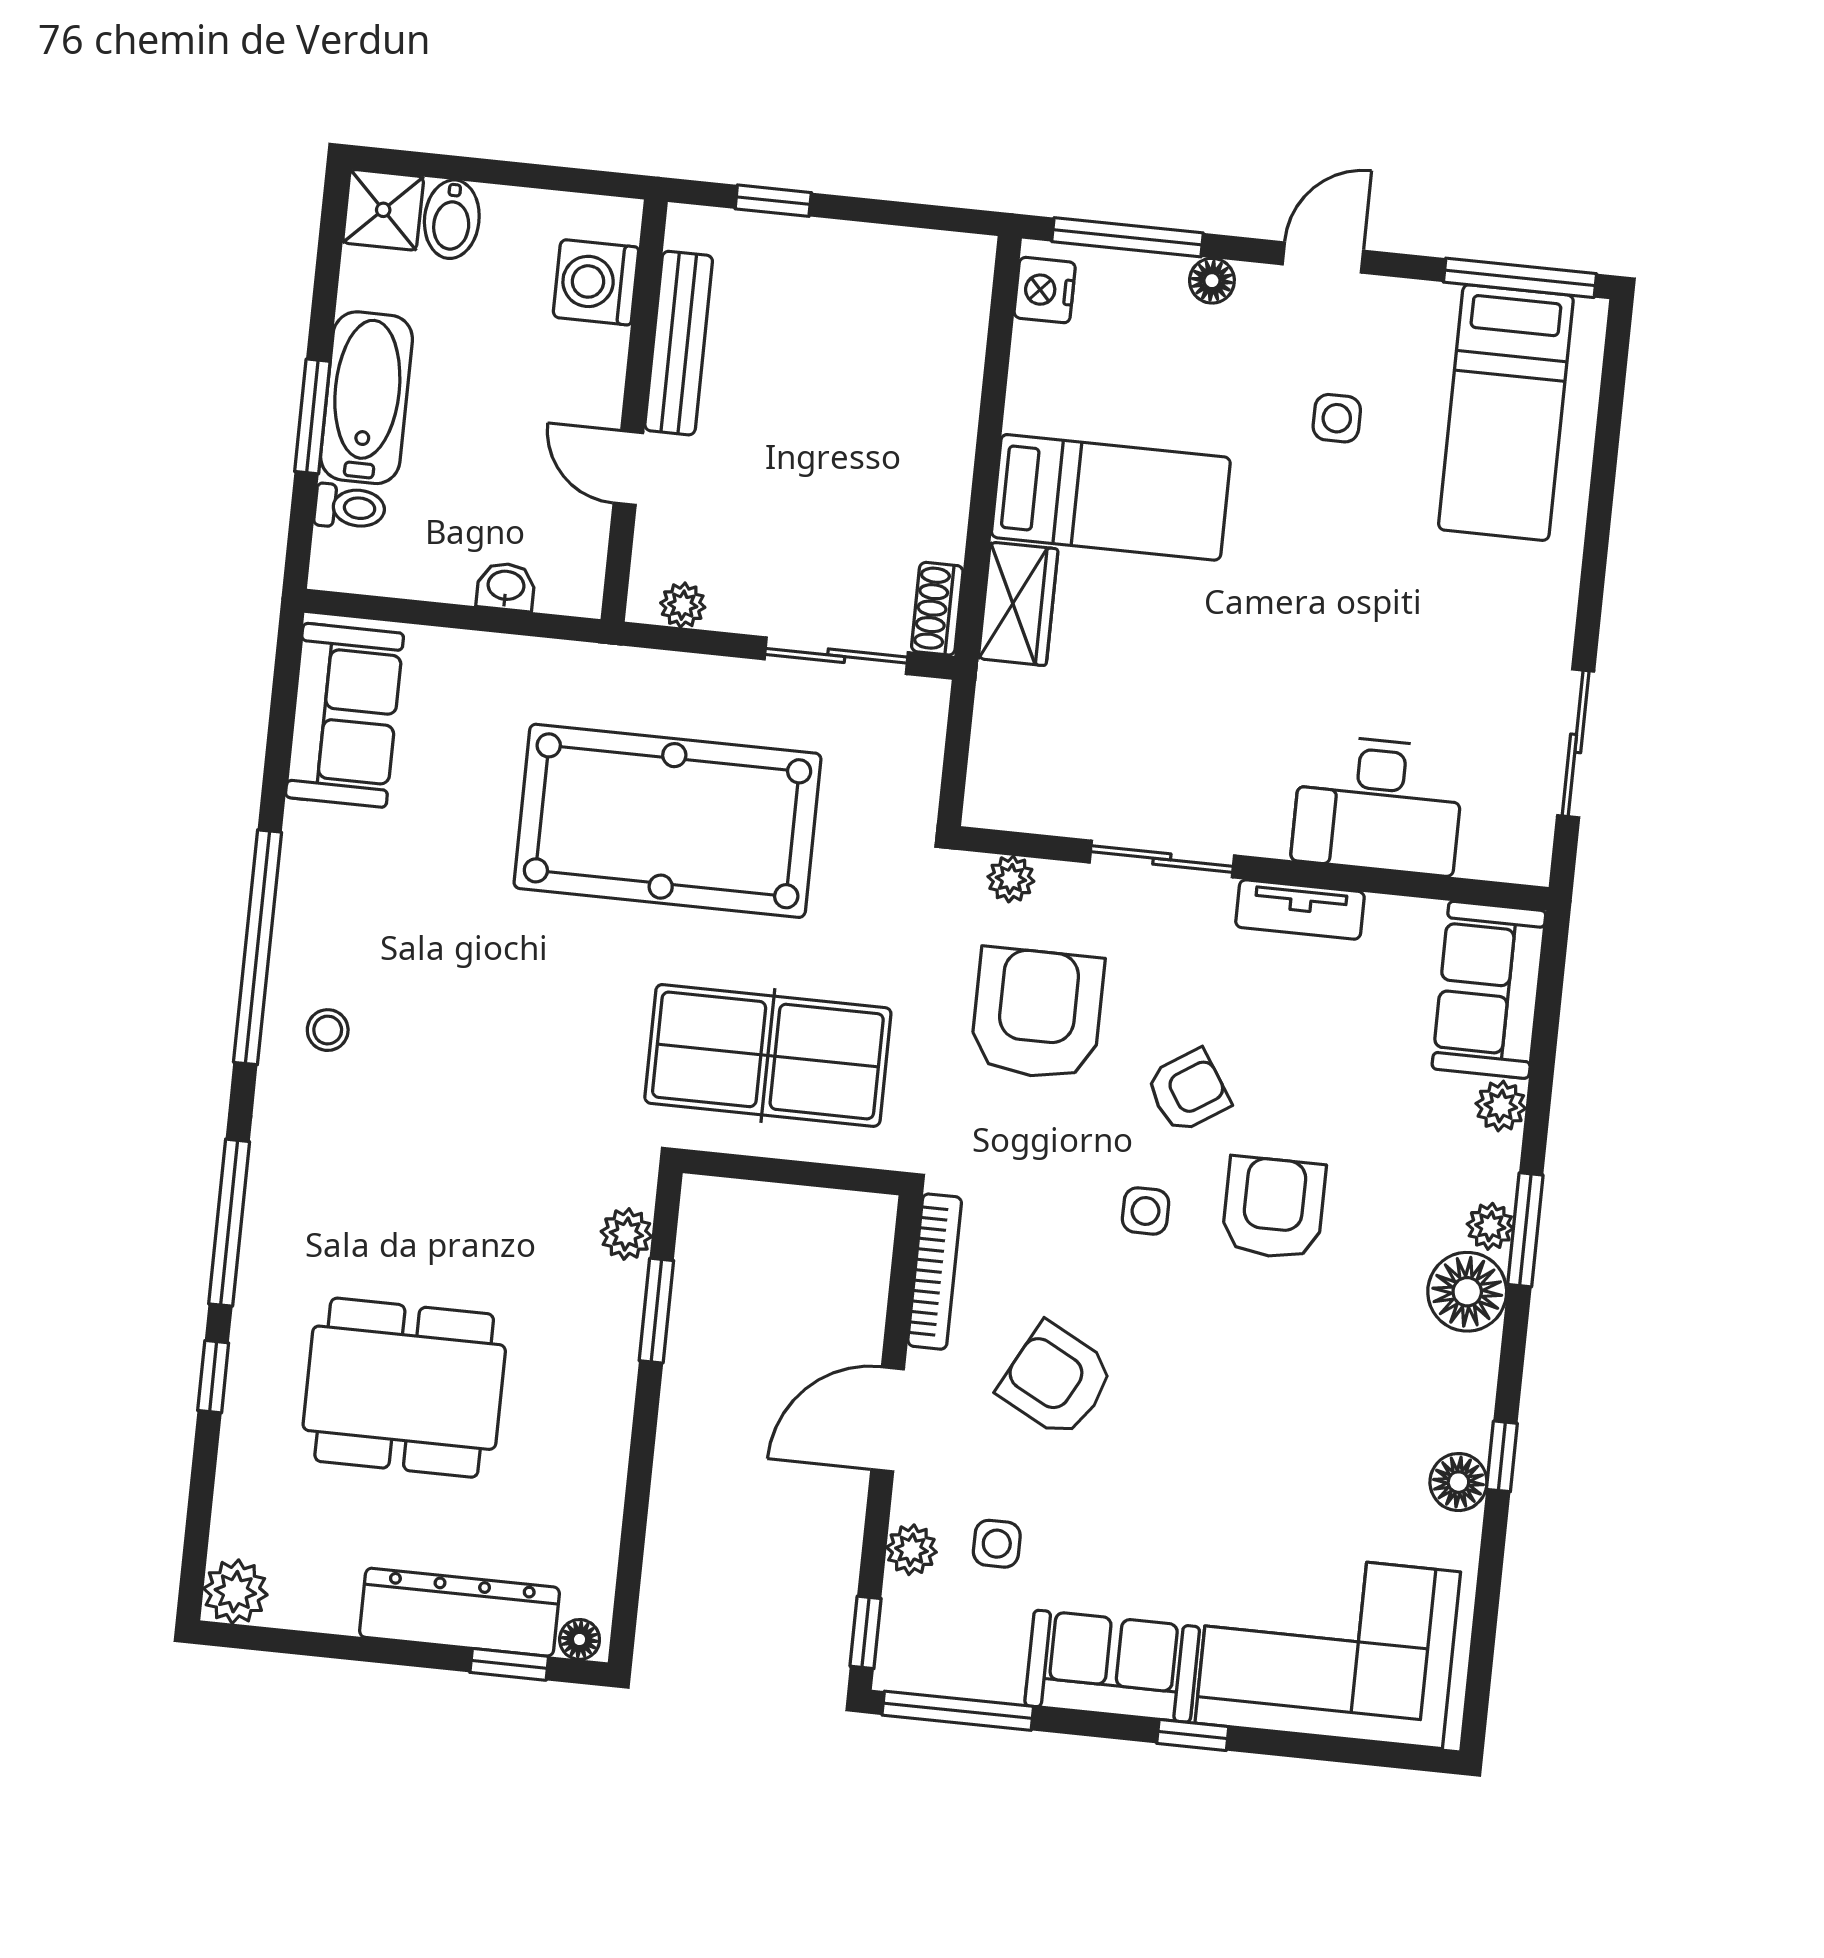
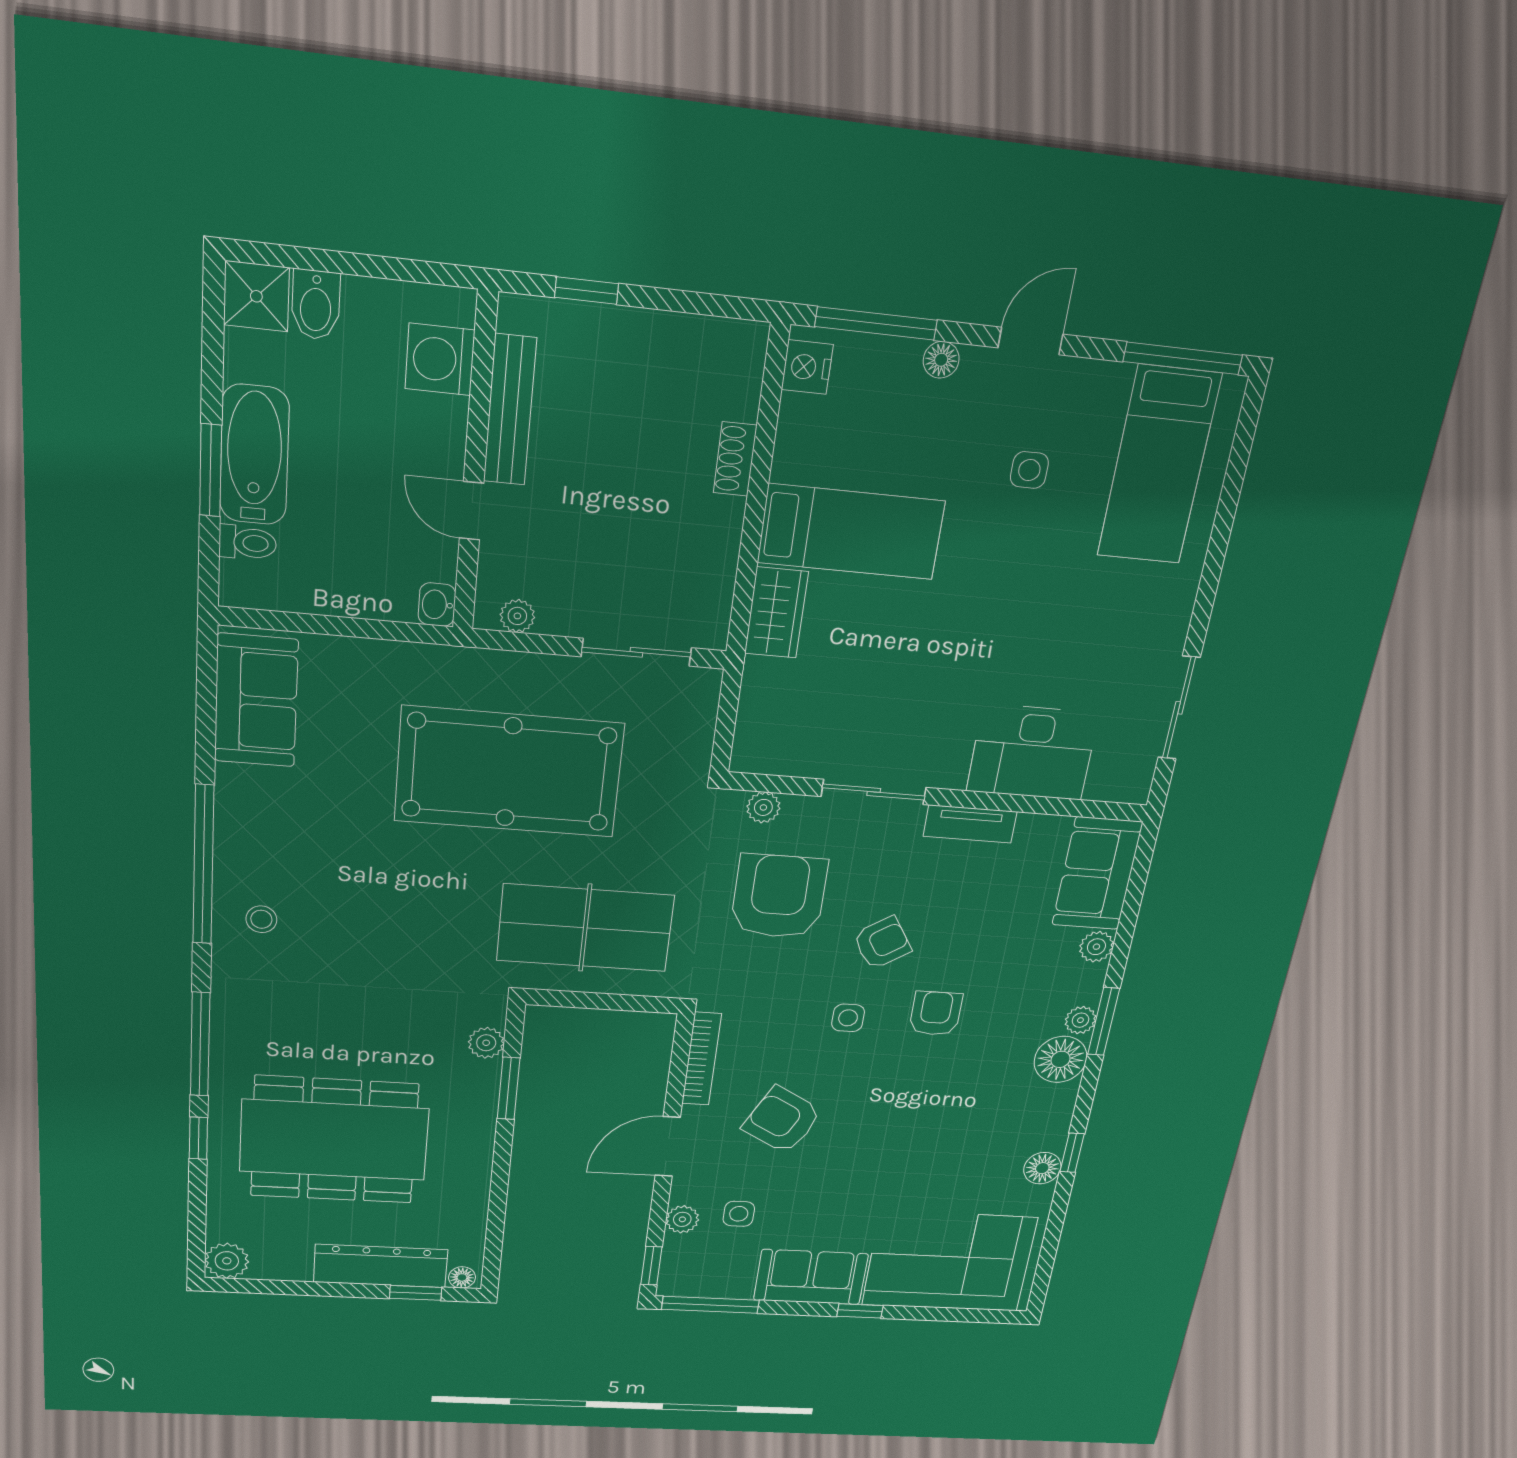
washbasin: (506, 587) -> (437, 605), moved, turned -90
shoe rack: (937, 609) -> (735, 459), moved
armchair: (1274, 1208) -> (936, 1013), width x0.72, depth x0.72
dining table: (404, 1388) -> (334, 1140), width x1.36, depth x1.24

